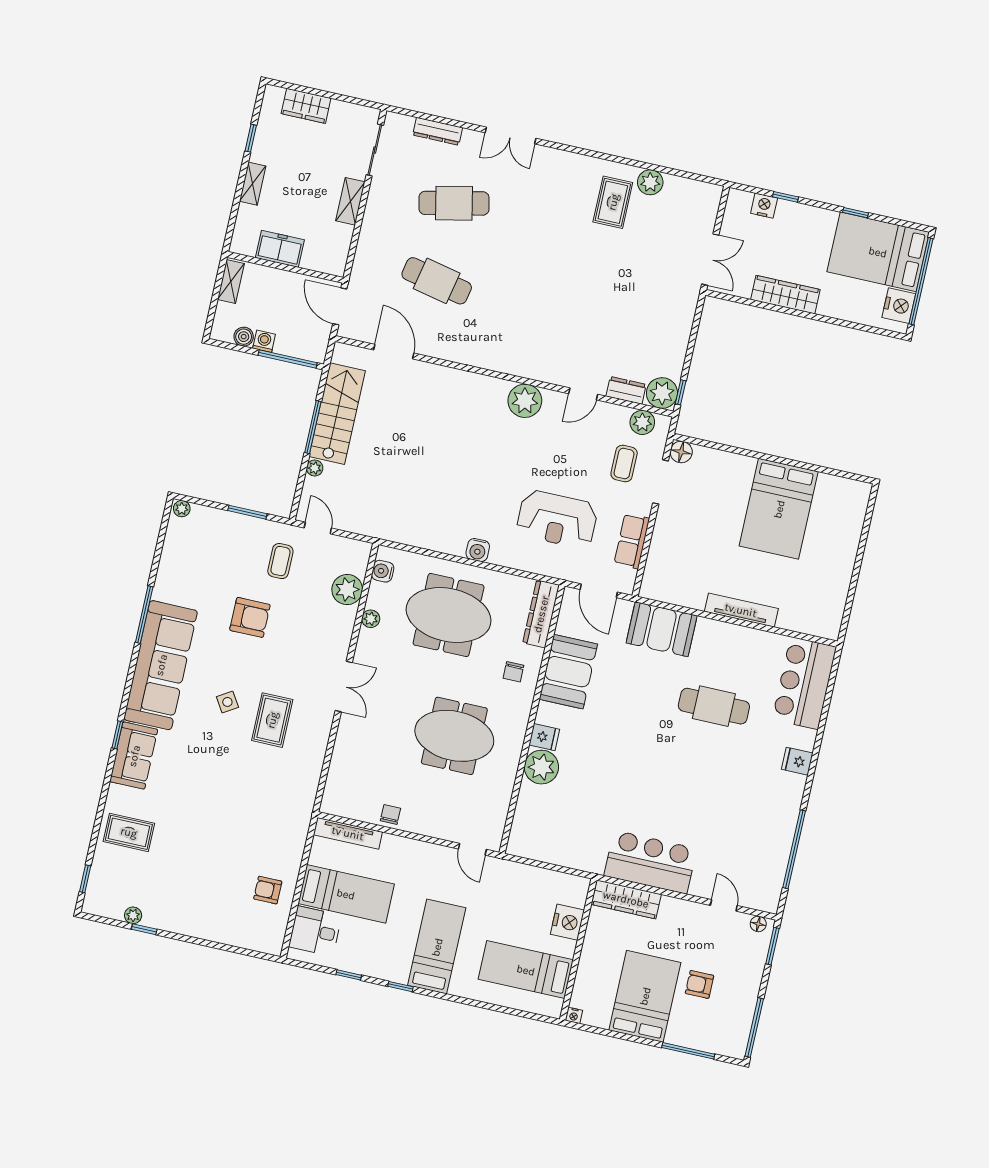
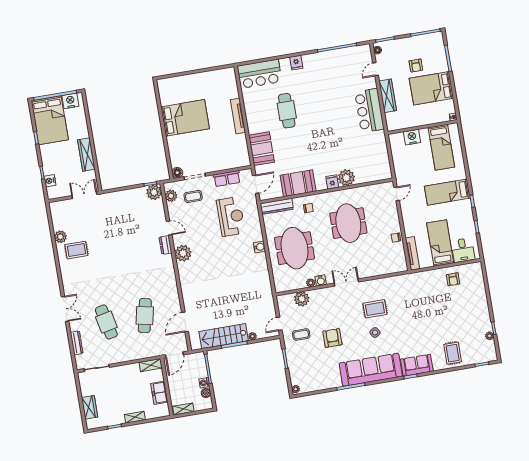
shelving: (350, 201) -> (151, 365), moved
dresser: (626, 390) -> (166, 245), moved
water cooler: (383, 571) -> (321, 280), moved
wardrobe: (626, 899) -> (388, 96), moved

